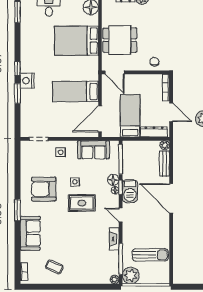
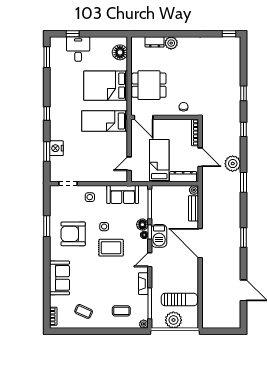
nightstand: (27, 81) -> (56, 148), moved
bed: (75, 91) -> (105, 121), moved
window: (18, 94) -> (47, 152), moved
door: (100, 119) -> (129, 164), width x0.53
window: (18, 210) -> (47, 226), moved
door: (121, 215) -> (150, 260), hinge flipped
coffee table: (92, 266) -> (121, 311), added
plant: (131, 275) -> (173, 320), moved

